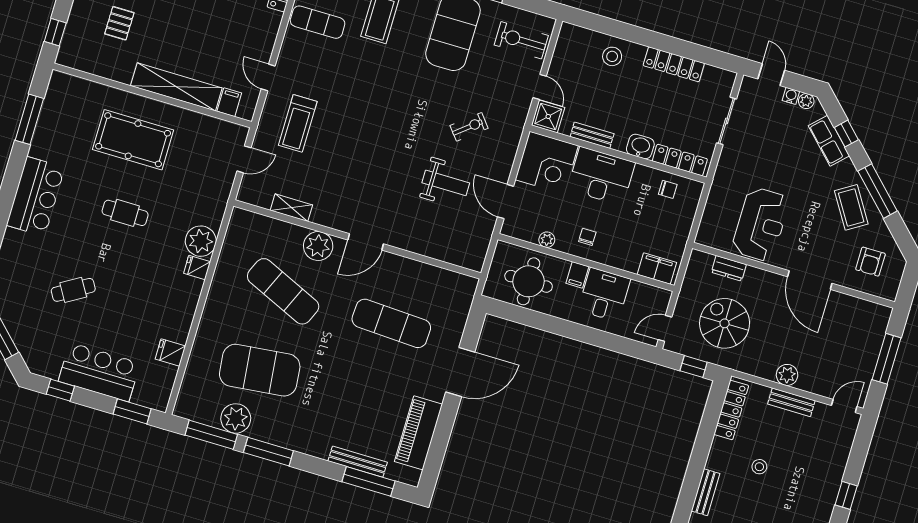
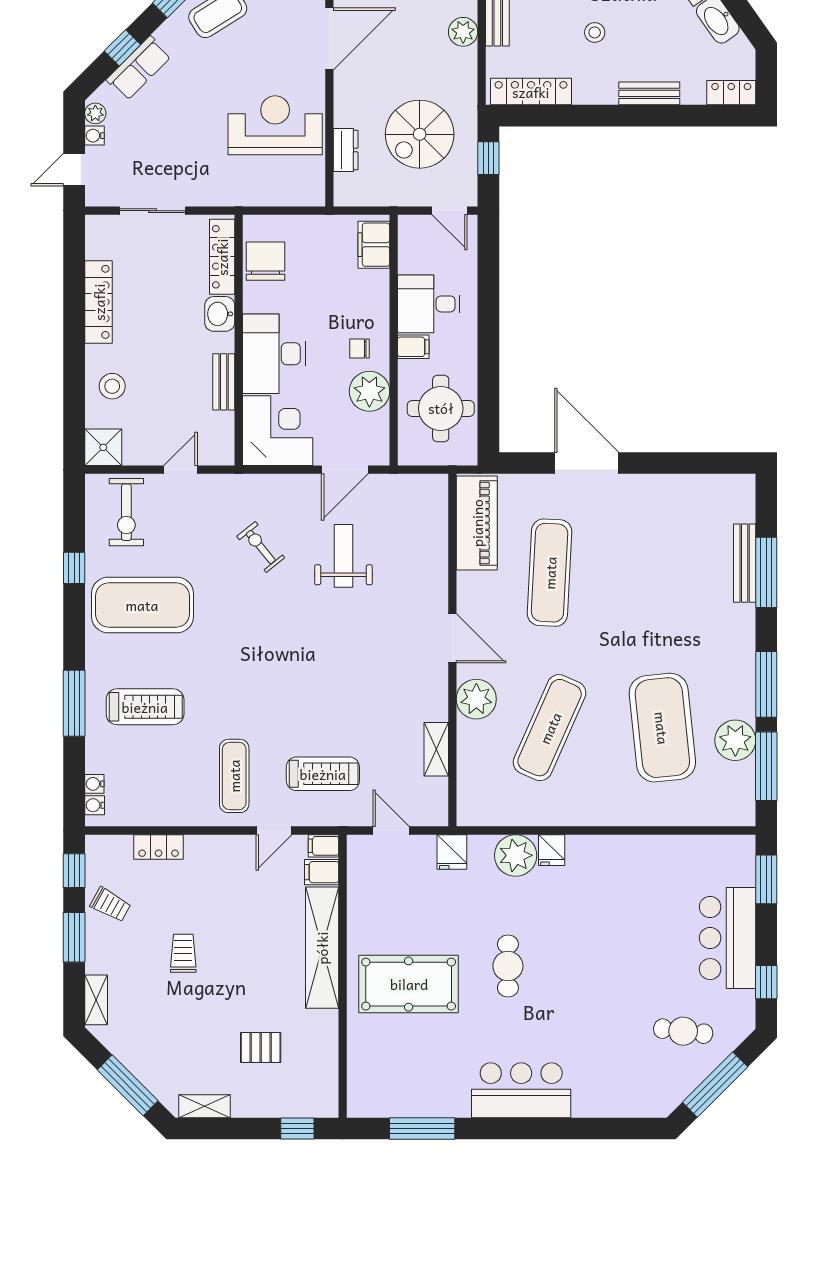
exercise mat: (318, 22) -> (234, 776), moved
filing cabinet: (247, 109) -> (324, 846), added
shower: (548, 116) -> (103, 447), moved
pool table: (133, 140) -> (409, 984), turned 90
chair: (668, 189) -> (266, 261), width x1.87, depth x1.87
plant: (547, 240) -> (369, 391), width x1.87, depth x1.87
cafe table: (73, 290) -> (683, 1031), moved, turned -52
fridge: (170, 352) -> (452, 852), moved
piano: (418, 433) -> (477, 523), moved, turned -90
window: (369, 481) -> (766, 572), moved

